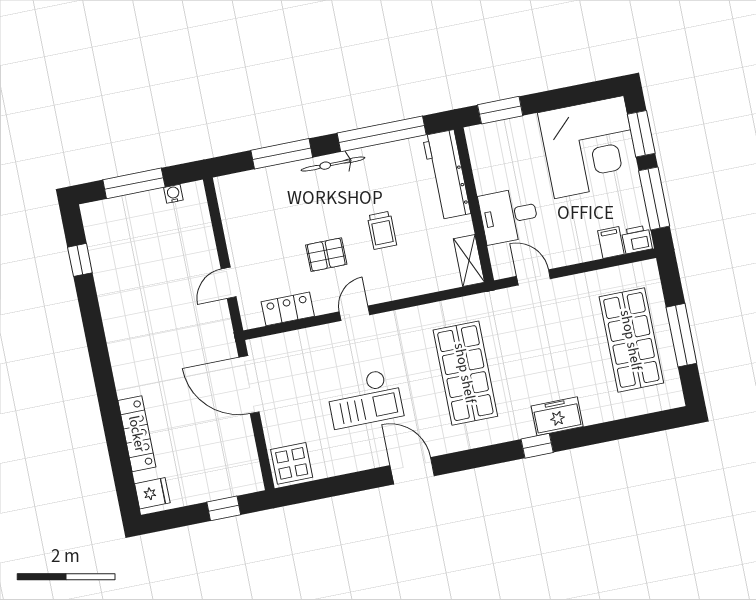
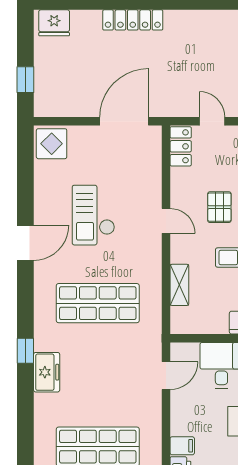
shelving: (469, 261) -> (179, 285), moved, turned 90
locker: (288, 309) -> (181, 146), moved
locker: (137, 434) -> (133, 20), moved
fridge: (152, 493) -> (54, 23), width x1.38

